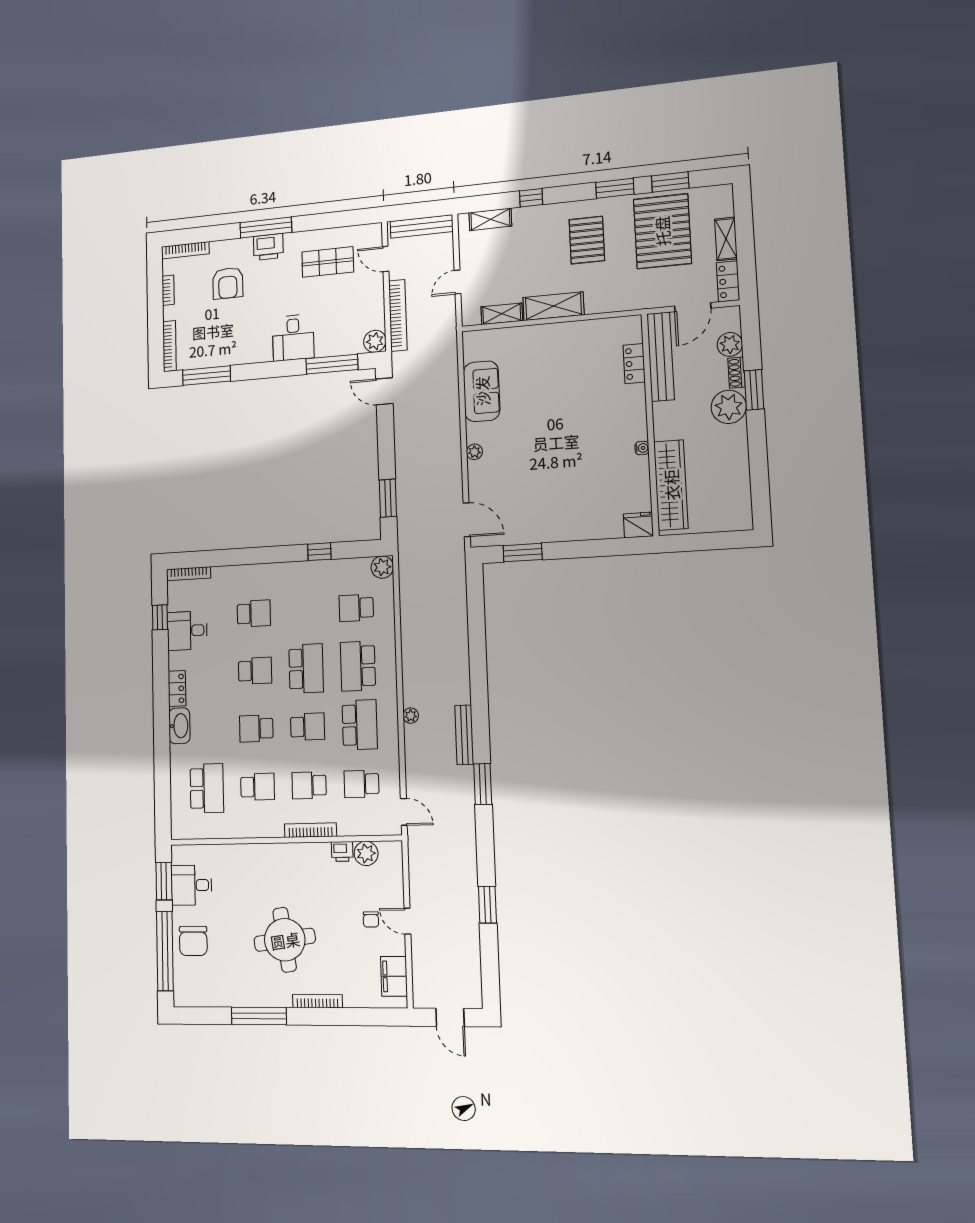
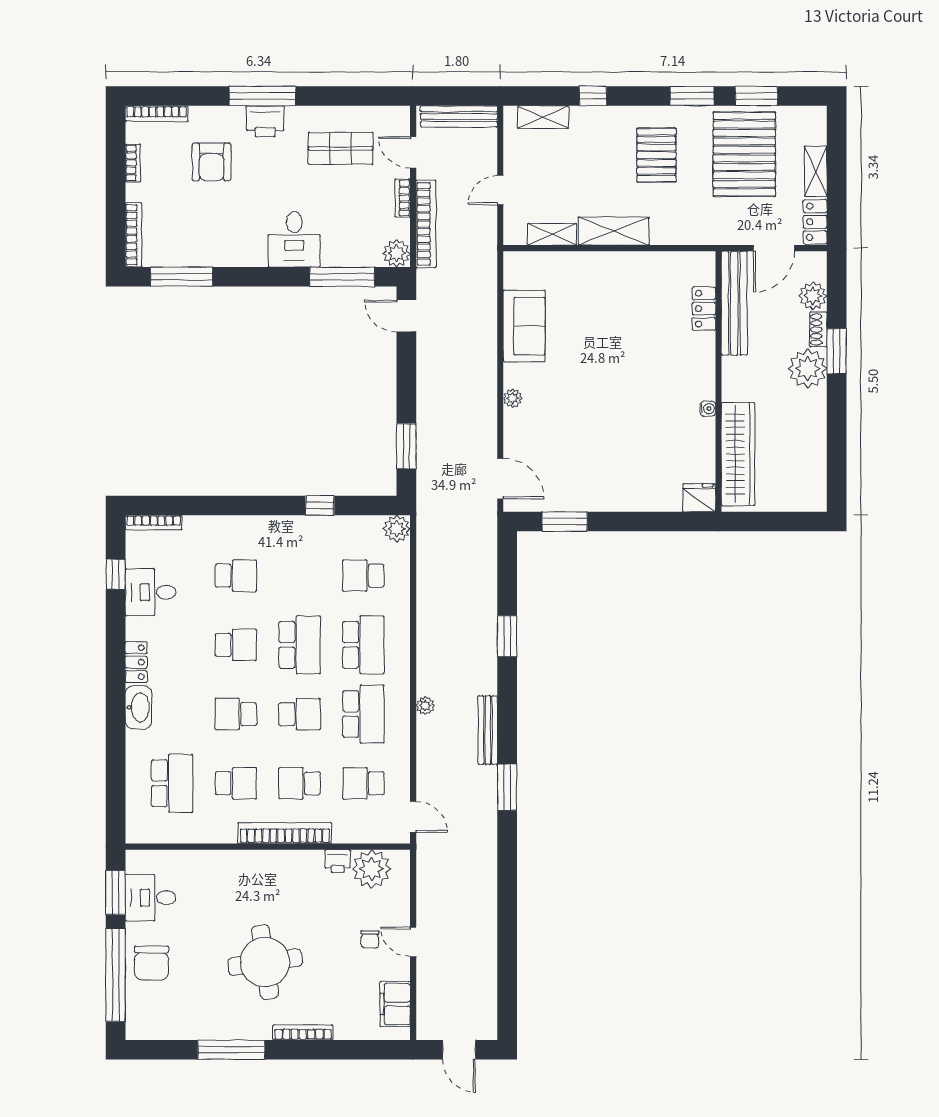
bookcase: (378, 296) -> (403, 198), added
school desk: (358, 666) -> (363, 645), turned 180
bookcase: (311, 830) -> (285, 833), width x1.48, depth x1.31
plant: (366, 853) -> (372, 869), width x1.36, depth x1.36
window: (487, 905) -> (507, 636), moved

